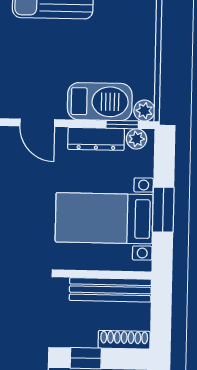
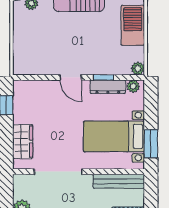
barbecue: (100, 102) -> (133, 25), moved, turned -90
window: (122, 125) -> (103, 77), moved
window: (163, 210) -> (151, 144), moved

